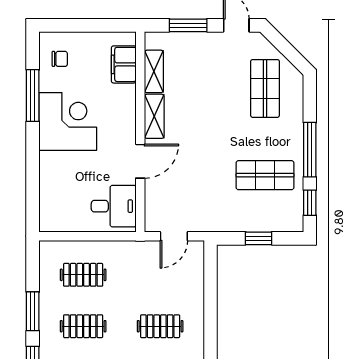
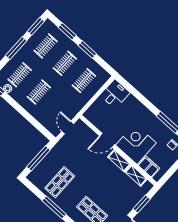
corner desk: (68, 121) -> (136, 144), moved, turned 180
door: (140, 161) -> (107, 140), hinge flipped
window: (310, 203) -> (34, 190), removed
desk: (114, 206) -> (115, 94), moved, turned 180
window: (259, 238) -> (38, 158), width x2.17

